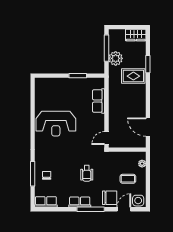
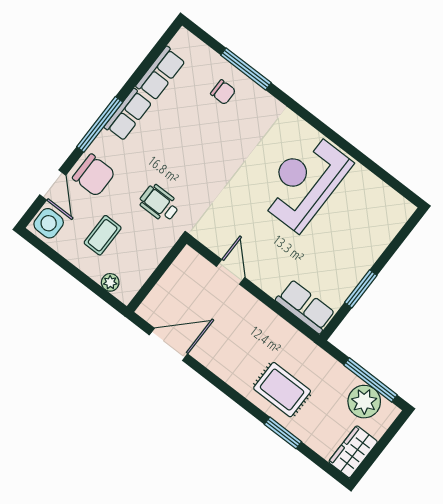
plant: (116, 58) -> (364, 402), moved
rug: (133, 76) -> (282, 390), turned 90
row of seats: (99, 101) -> (305, 307), moved
door: (106, 138) -> (231, 272), moved
wheelchair: (87, 173) -> (159, 203), moved
chair: (110, 198) -> (94, 175), turned -90
row of seats: (46, 202) -> (161, 73), moved

